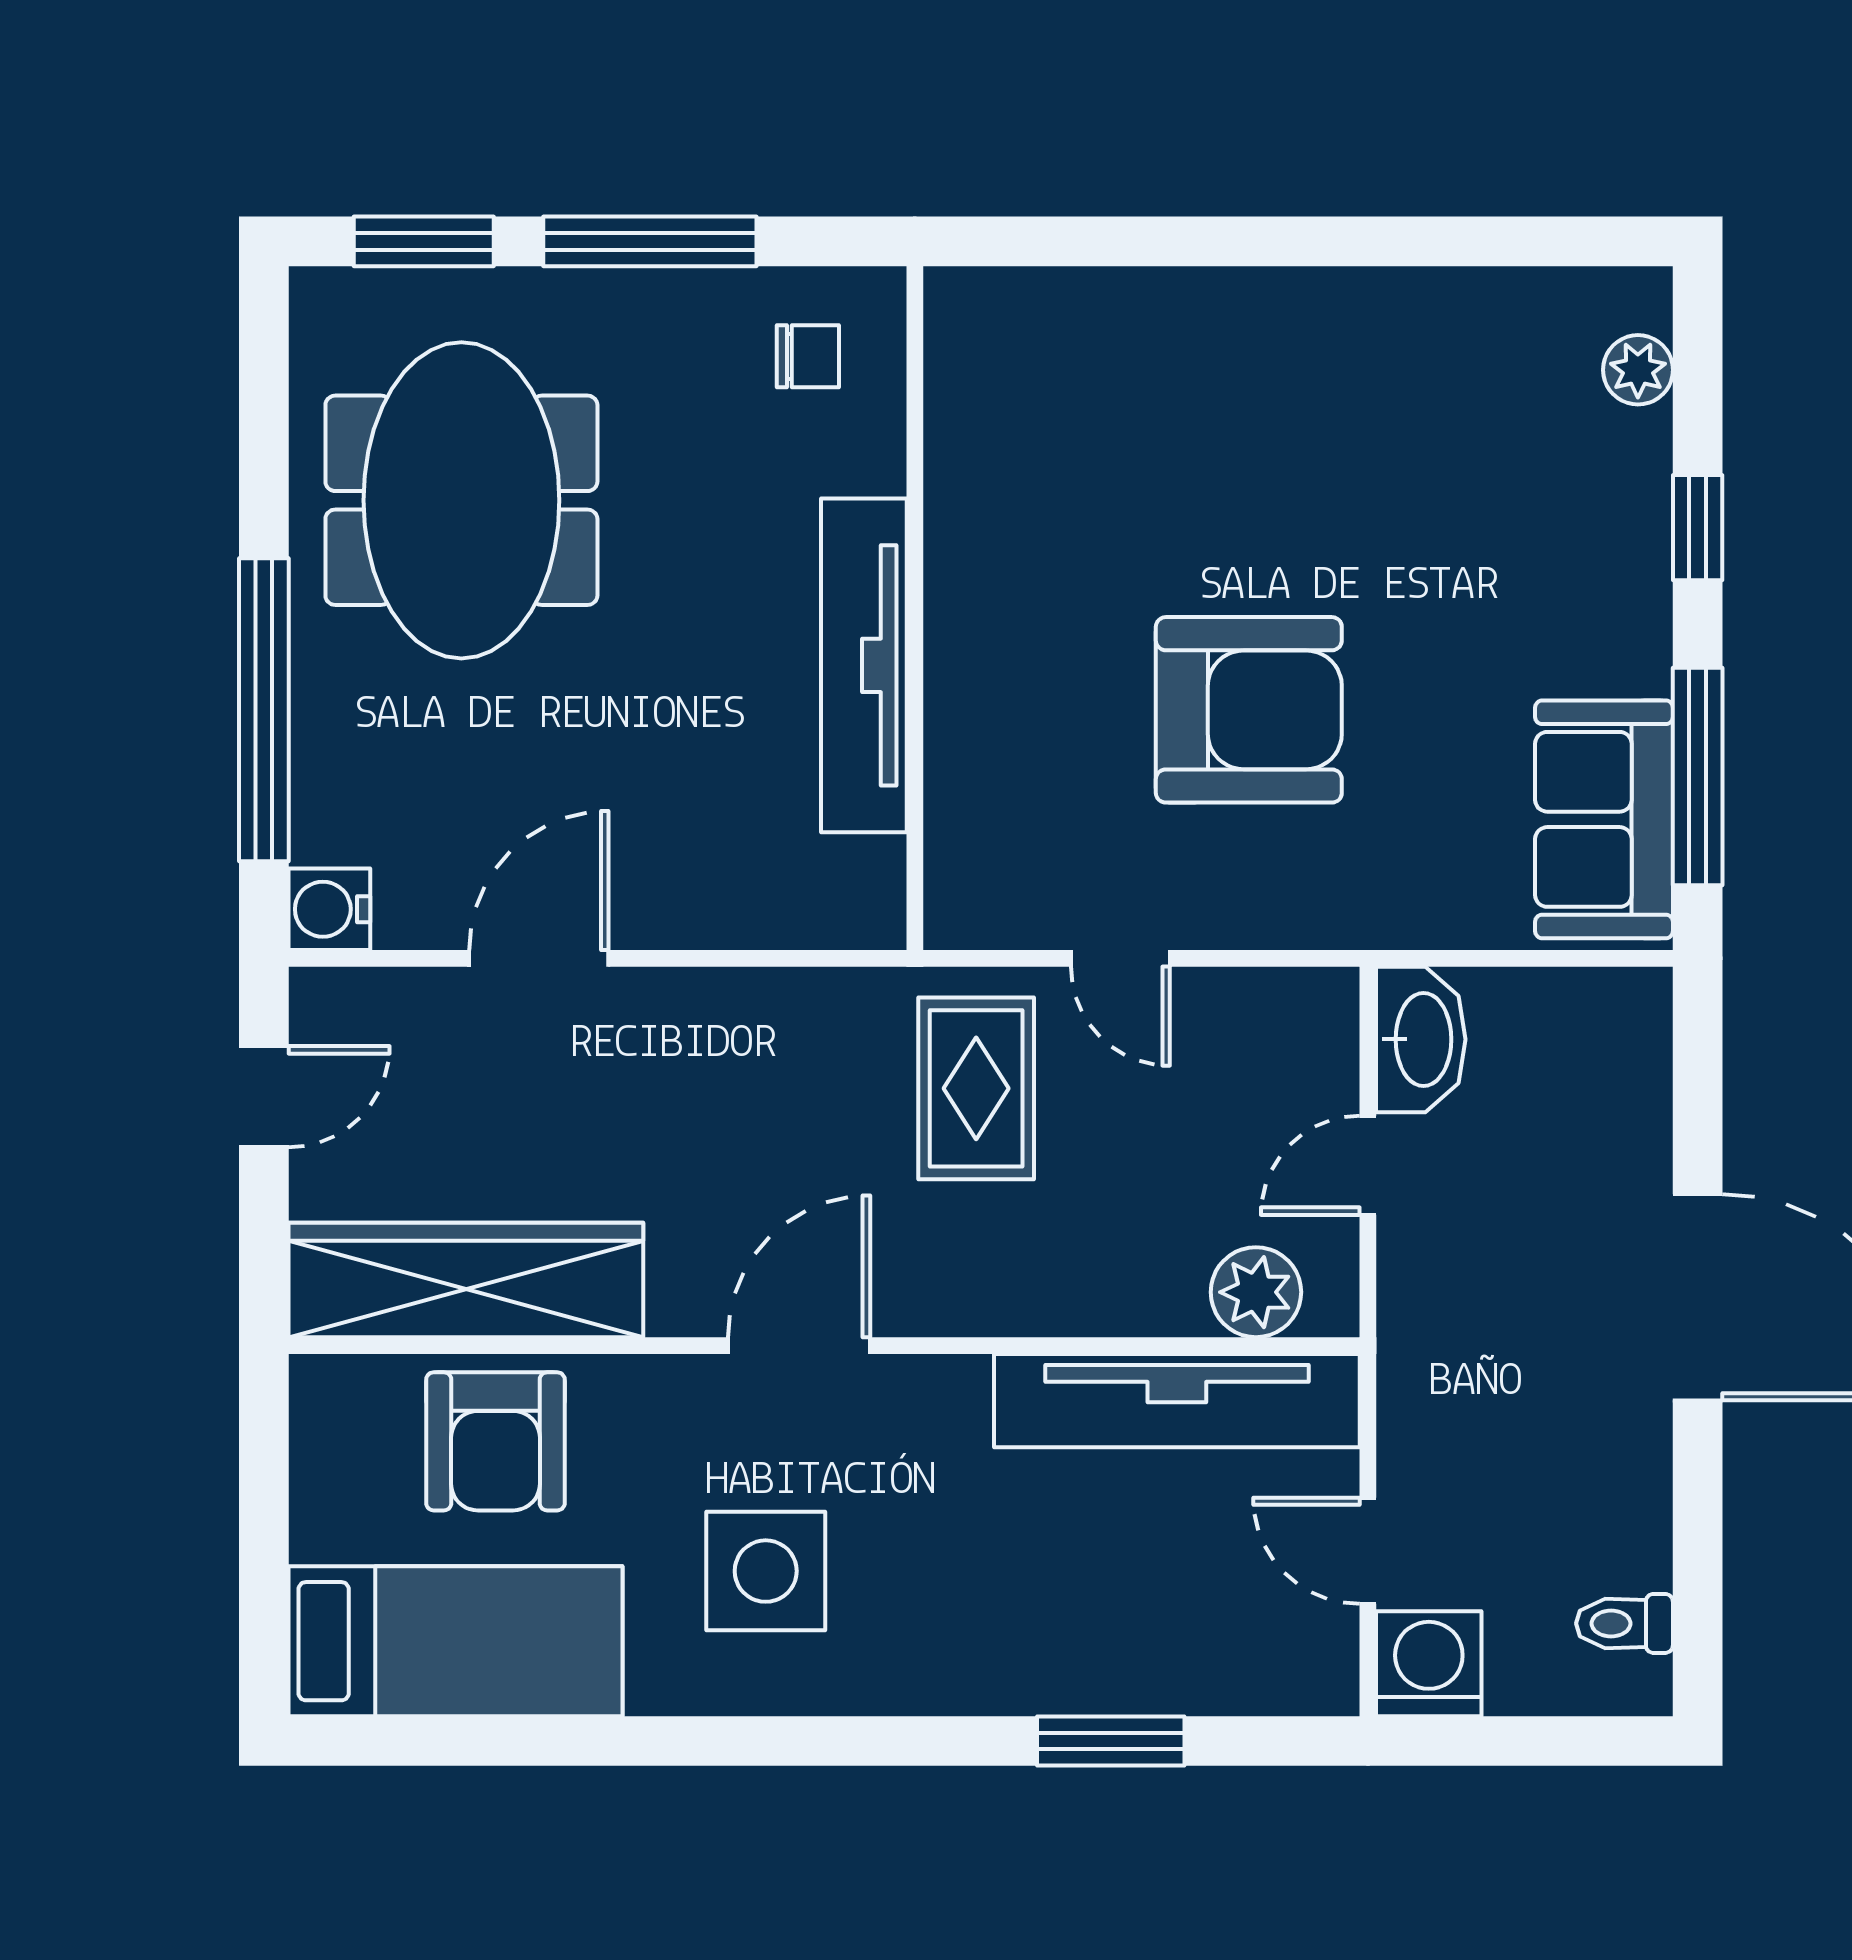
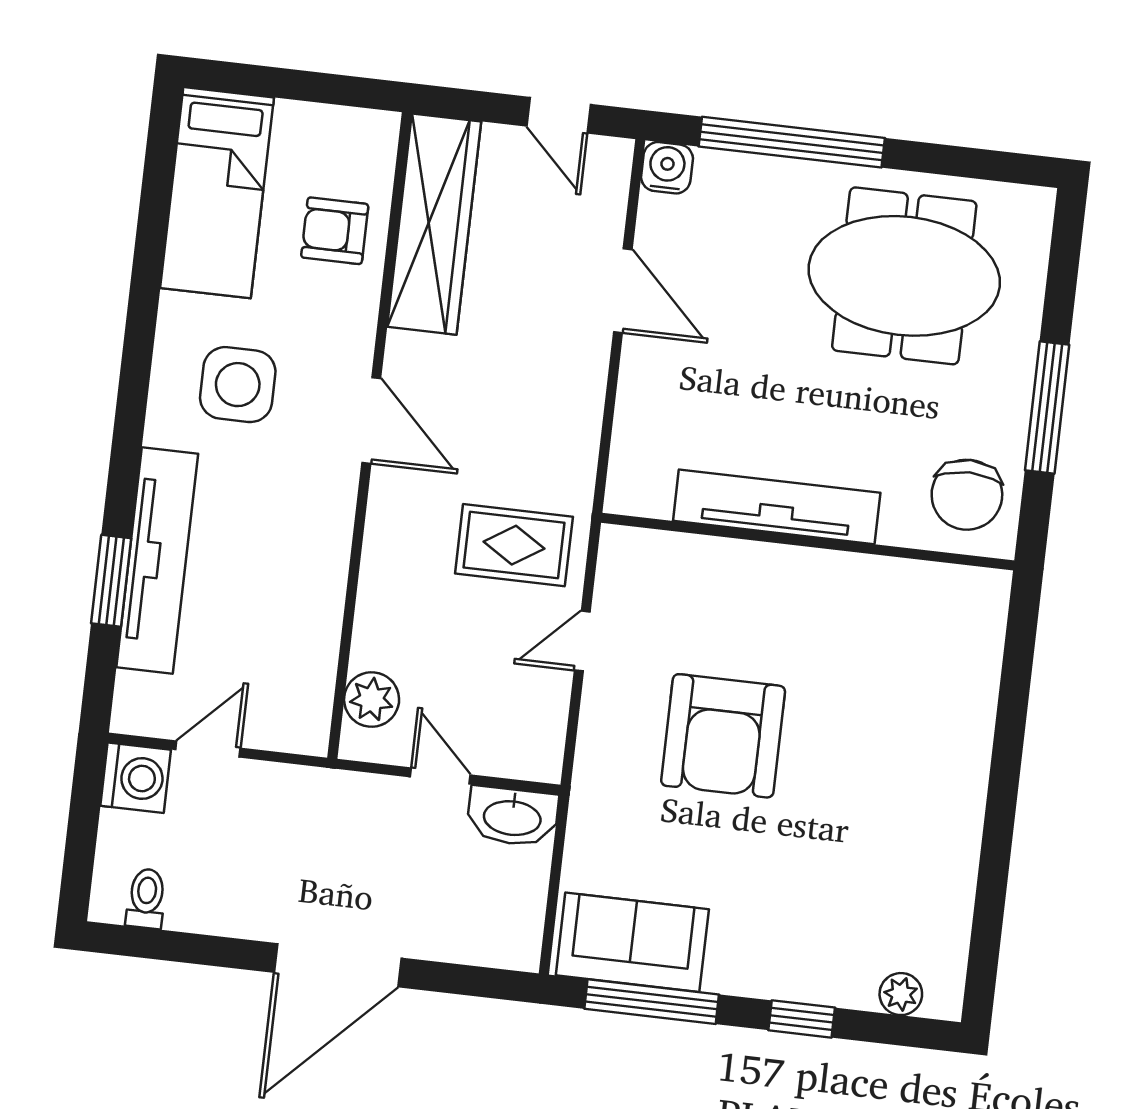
window: (424, 241) -> (1063, 271), removed
chair: (808, 356) -> (967, 495), width x1.87, depth x1.87
tv unit: (1177, 1401) -> (157, 561), moved, turned 180
armchair: (495, 1441) -> (335, 231), width x0.72, depth x0.72

